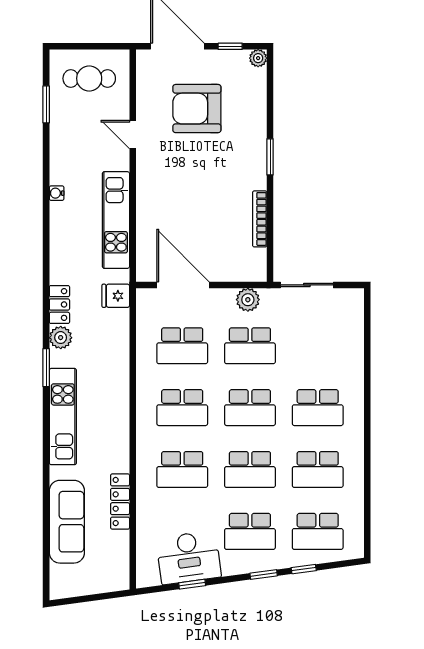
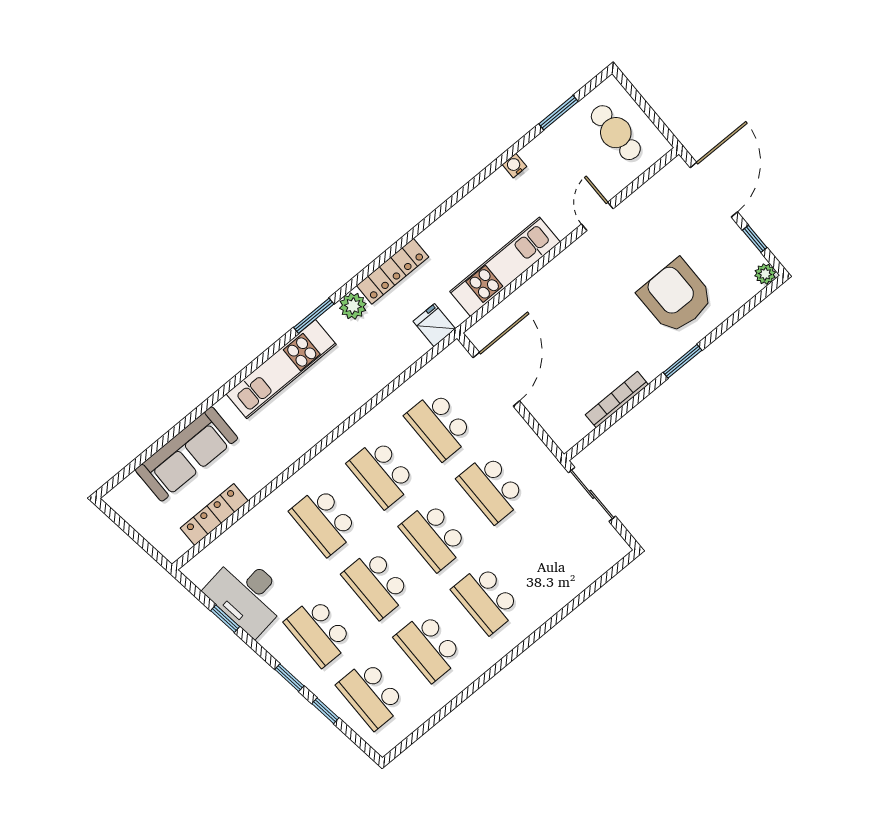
armchair: (197, 109) -> (676, 296), moved
water cooler: (57, 193) -> (514, 166), moved
plant: (248, 300) -> (533, 451), removed
locker: (59, 304) -> (393, 271), width x1.53
locker: (120, 502) -> (214, 515), moved

